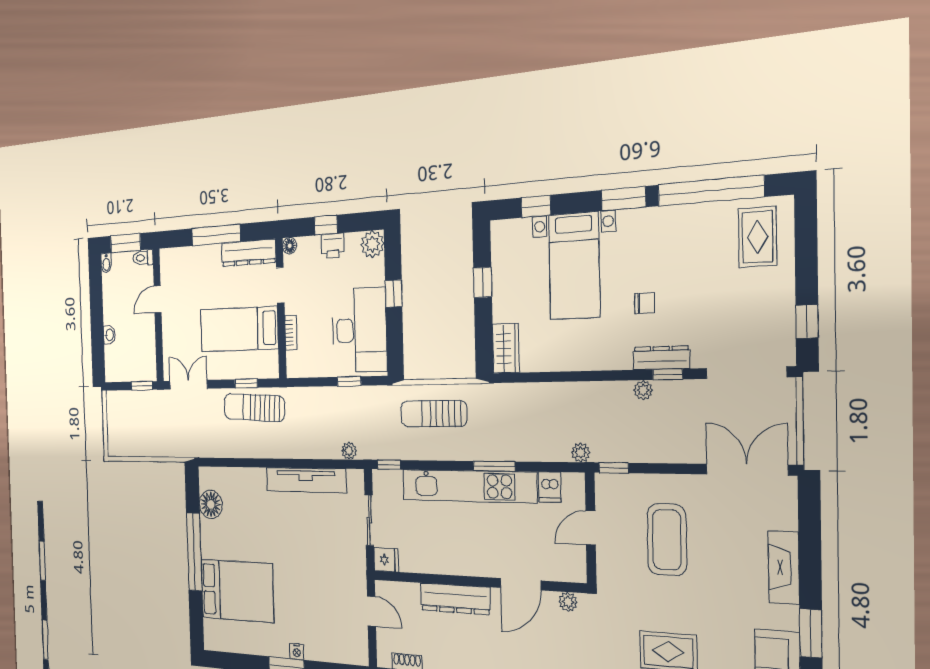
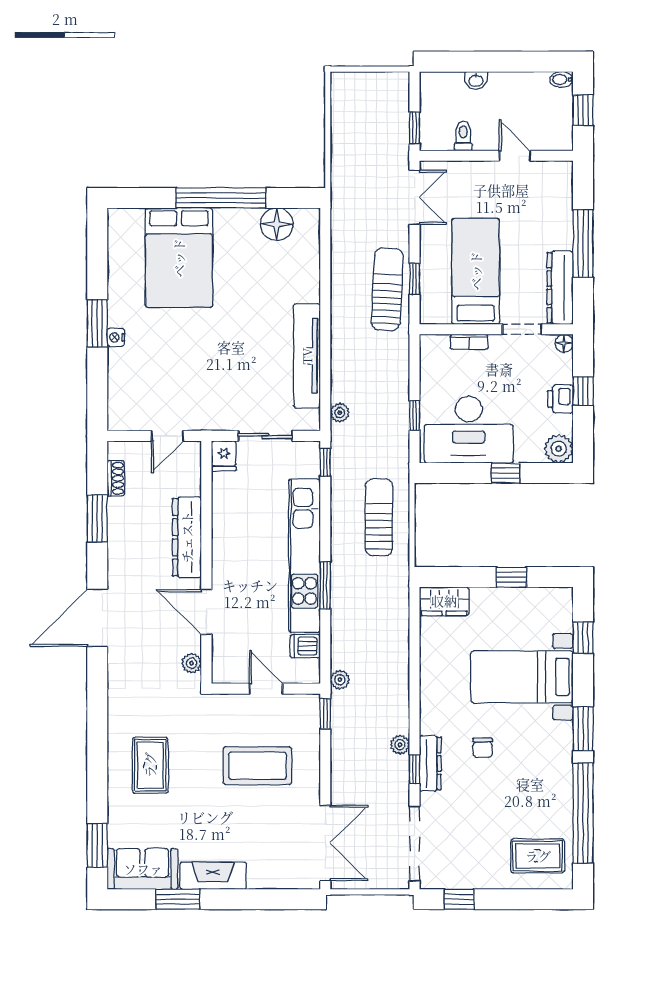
window: (126, 243) -> (583, 110), width x0.67
toilet: (143, 258) -> (463, 136), moved
fireplace: (784, 568) -> (213, 876), moved

